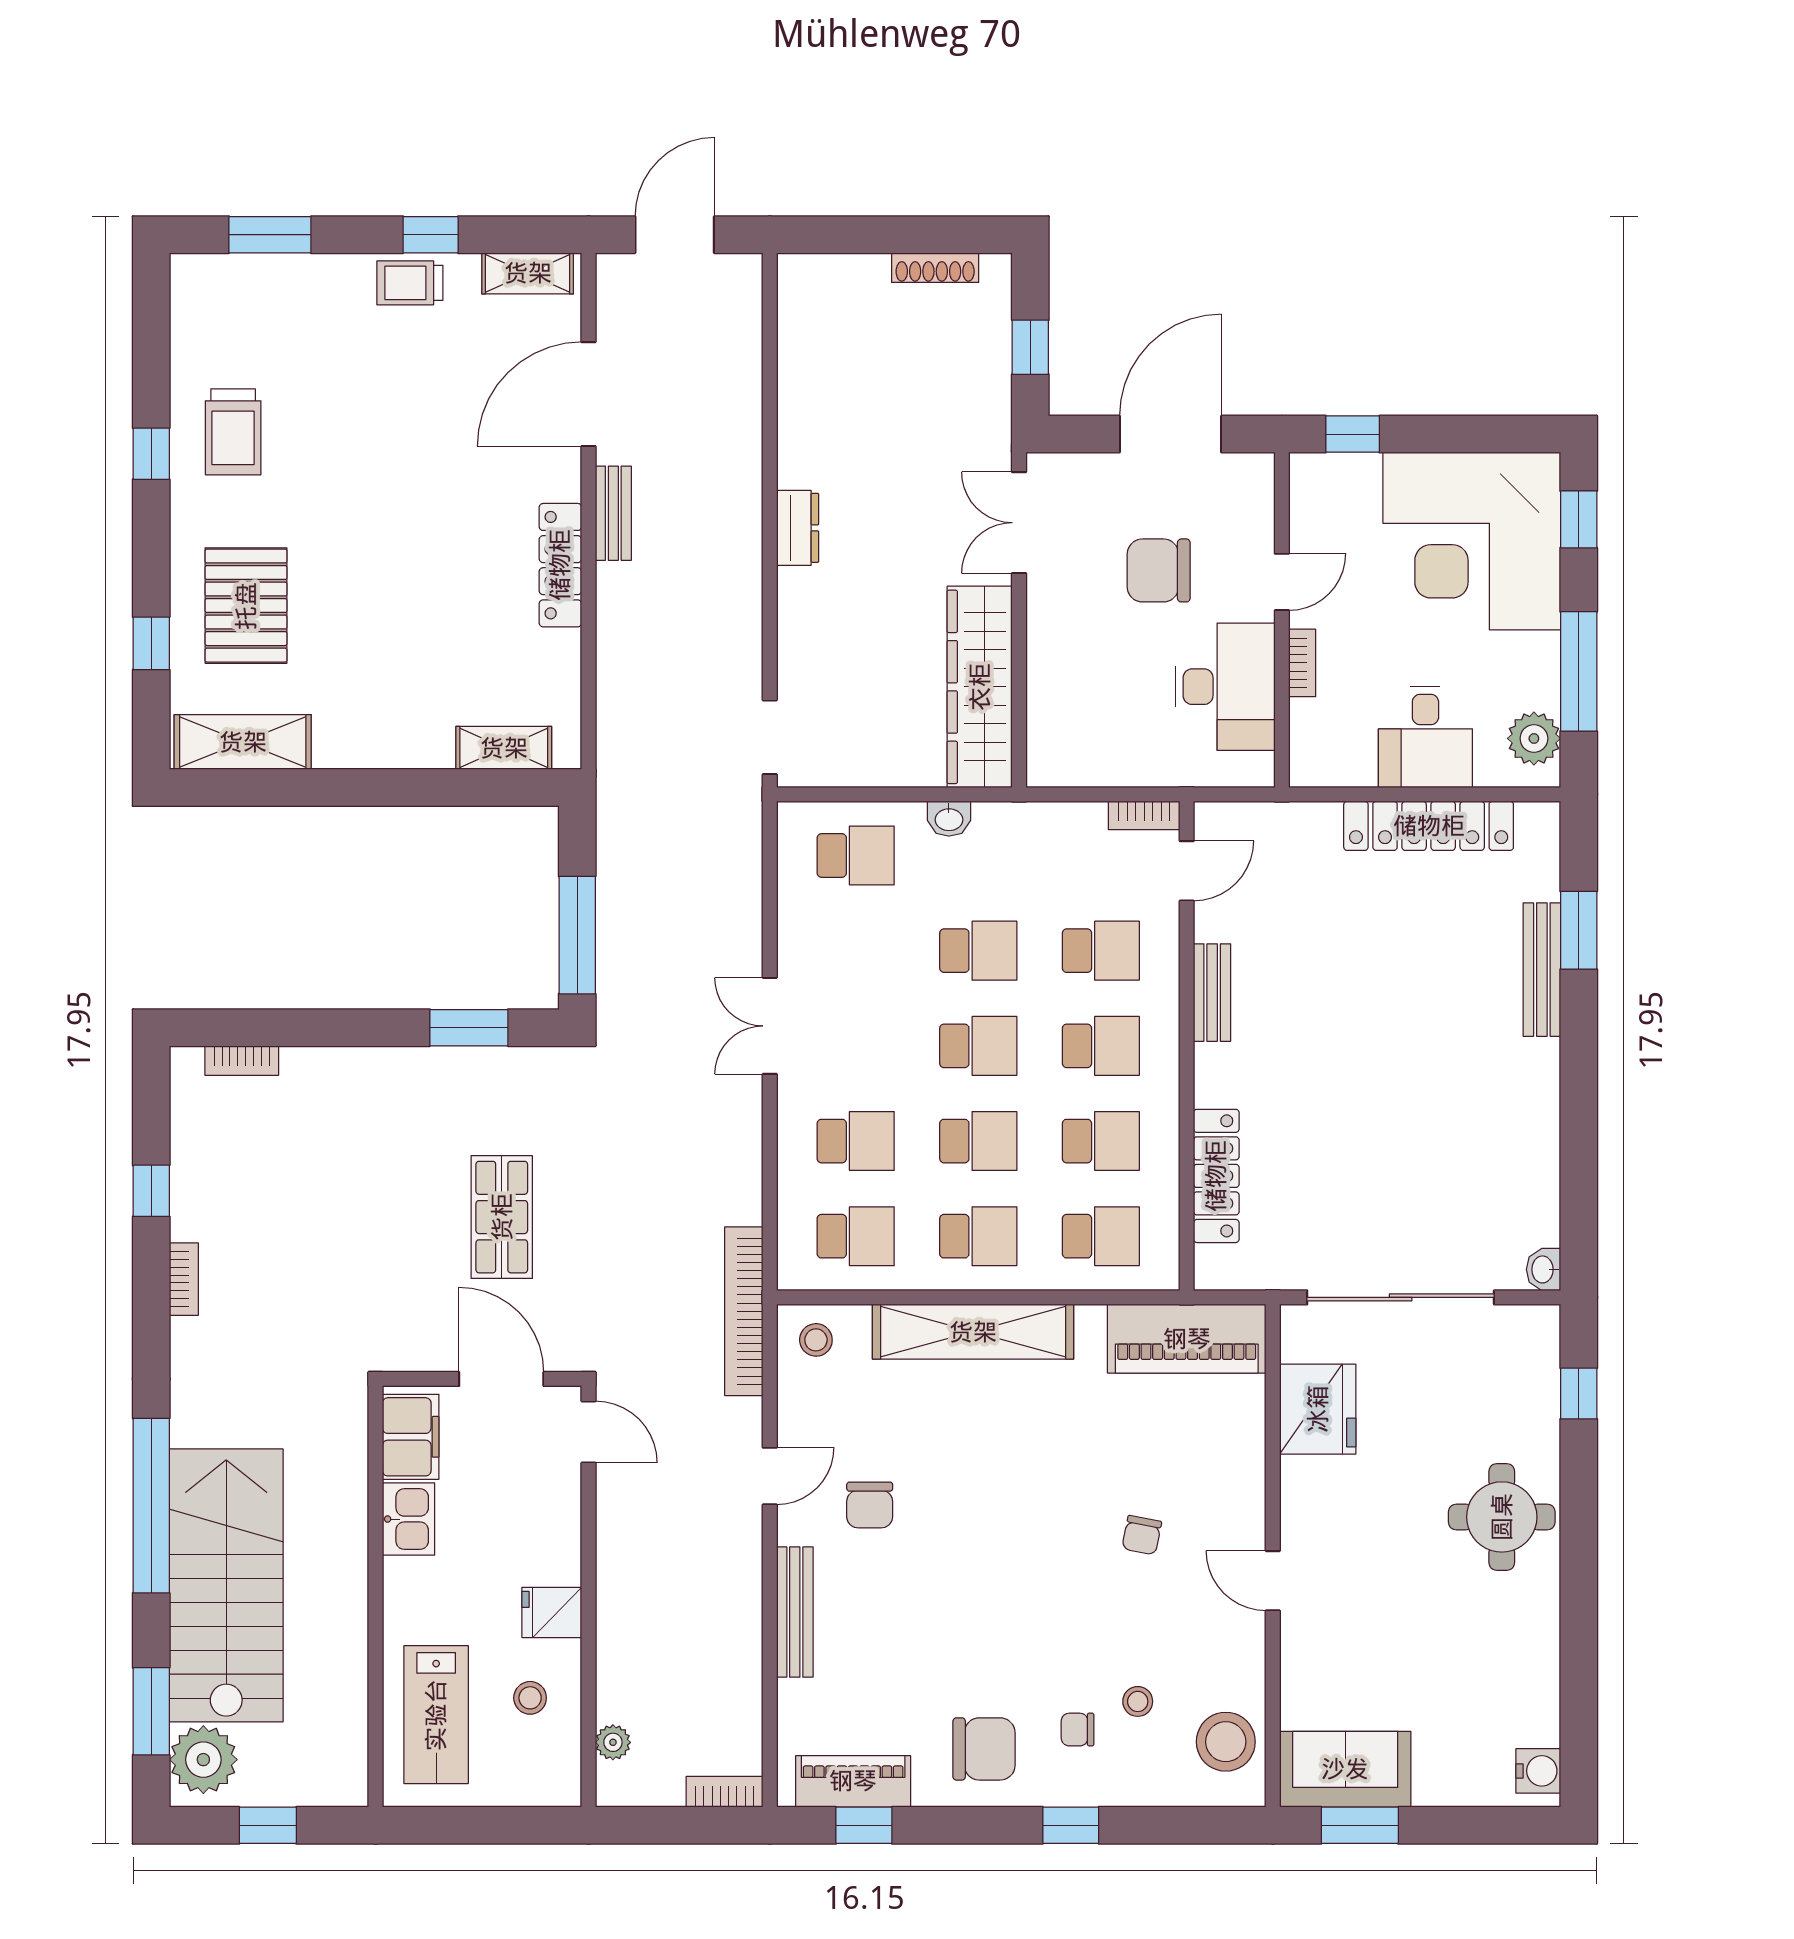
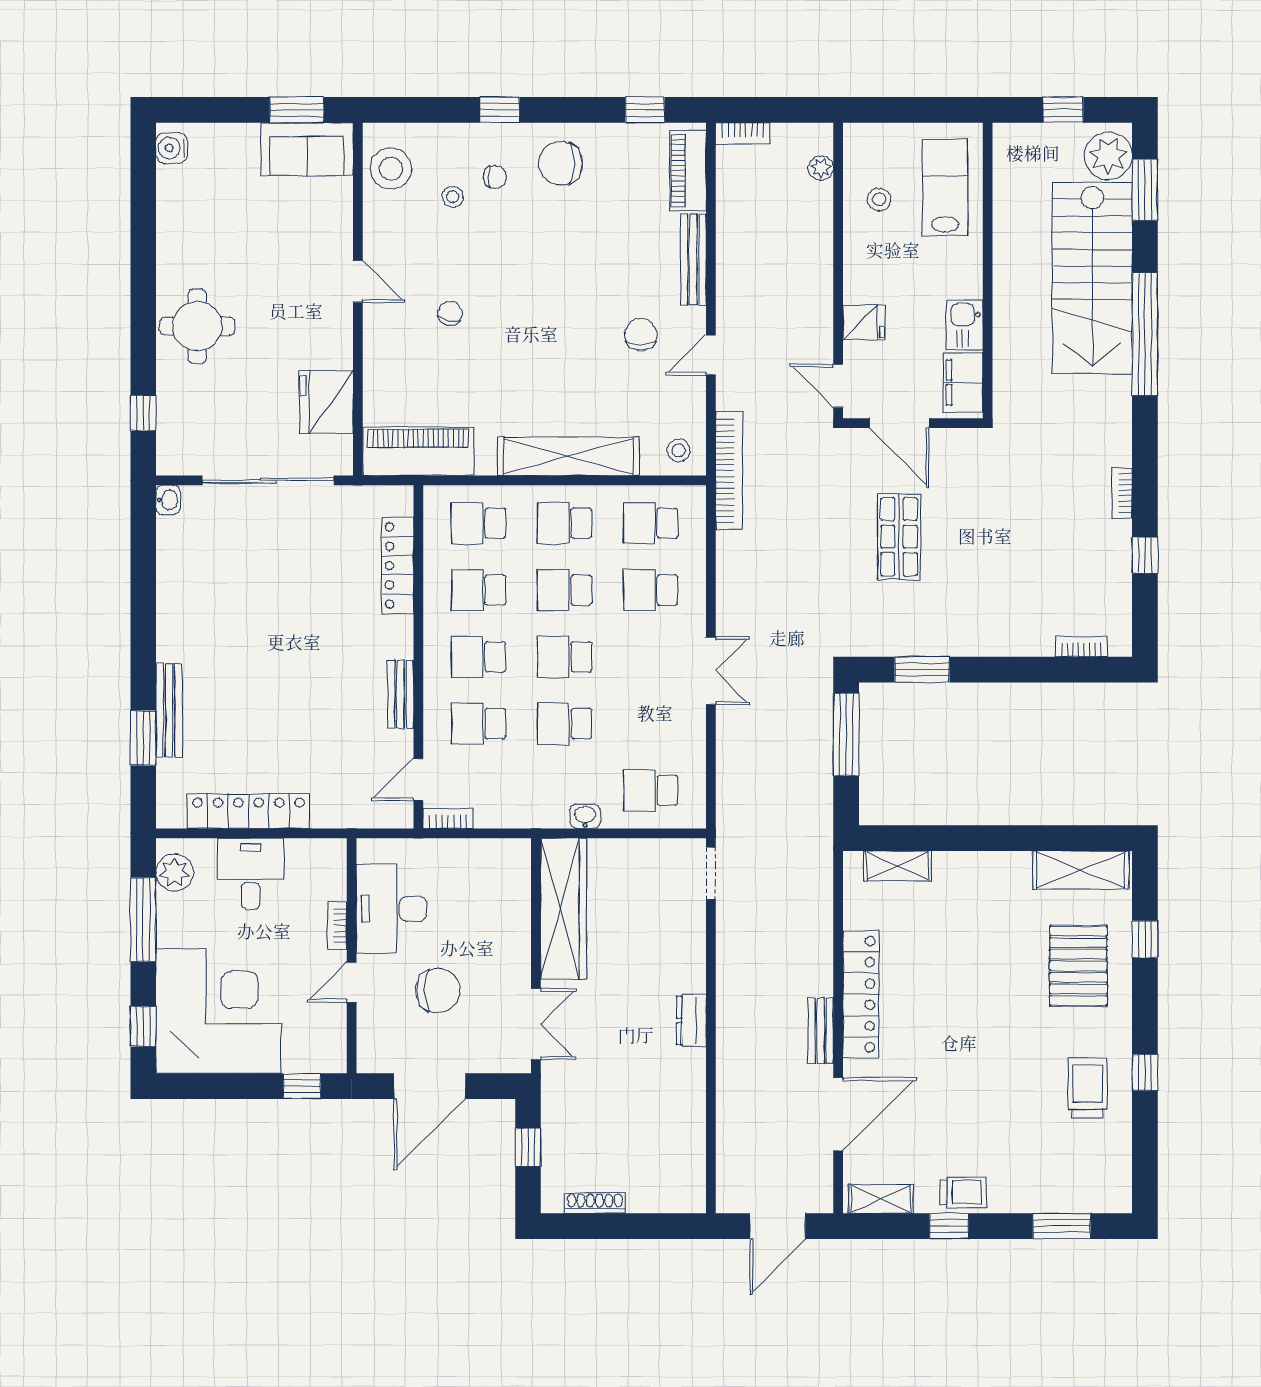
locker: (560, 565) -> (861, 994), width x1.41, depth x1.21
fridge: (552, 1612) -> (864, 323), moved
piano: (853, 1781) -> (688, 171), moved, turned 90

